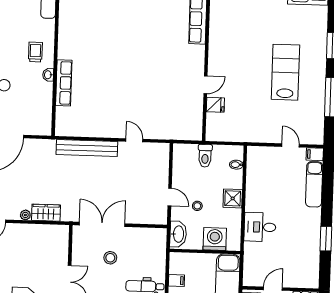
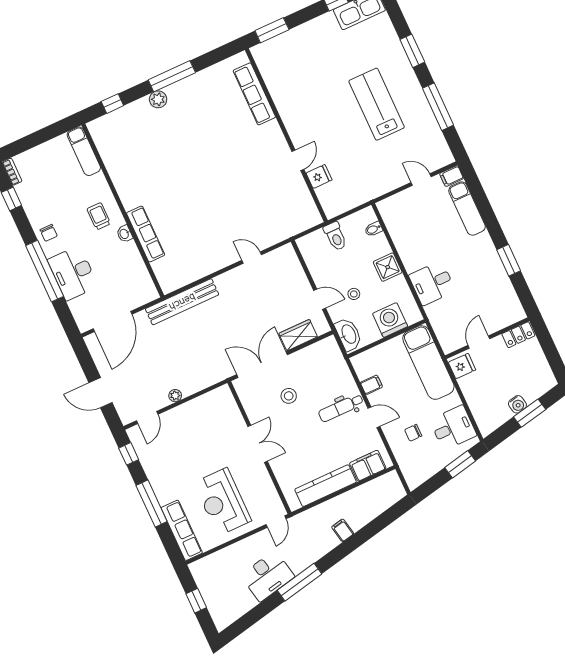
bench: (87, 148) -> (182, 302), moved
wardrobe: (46, 213) -> (298, 335), moved

